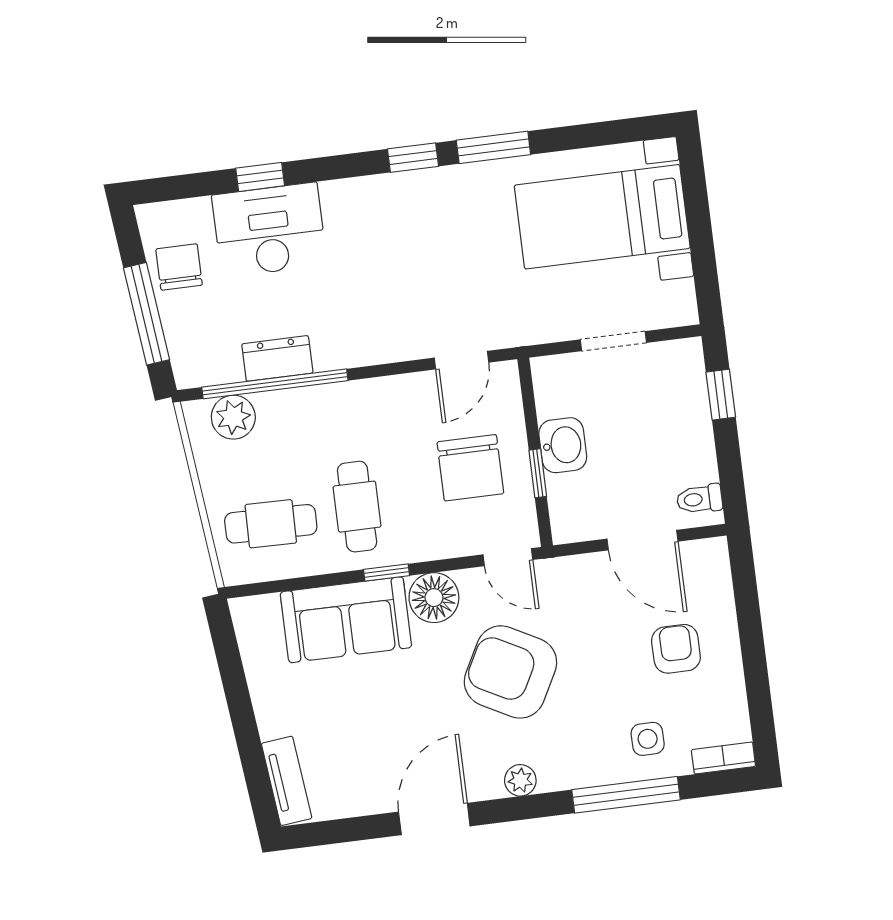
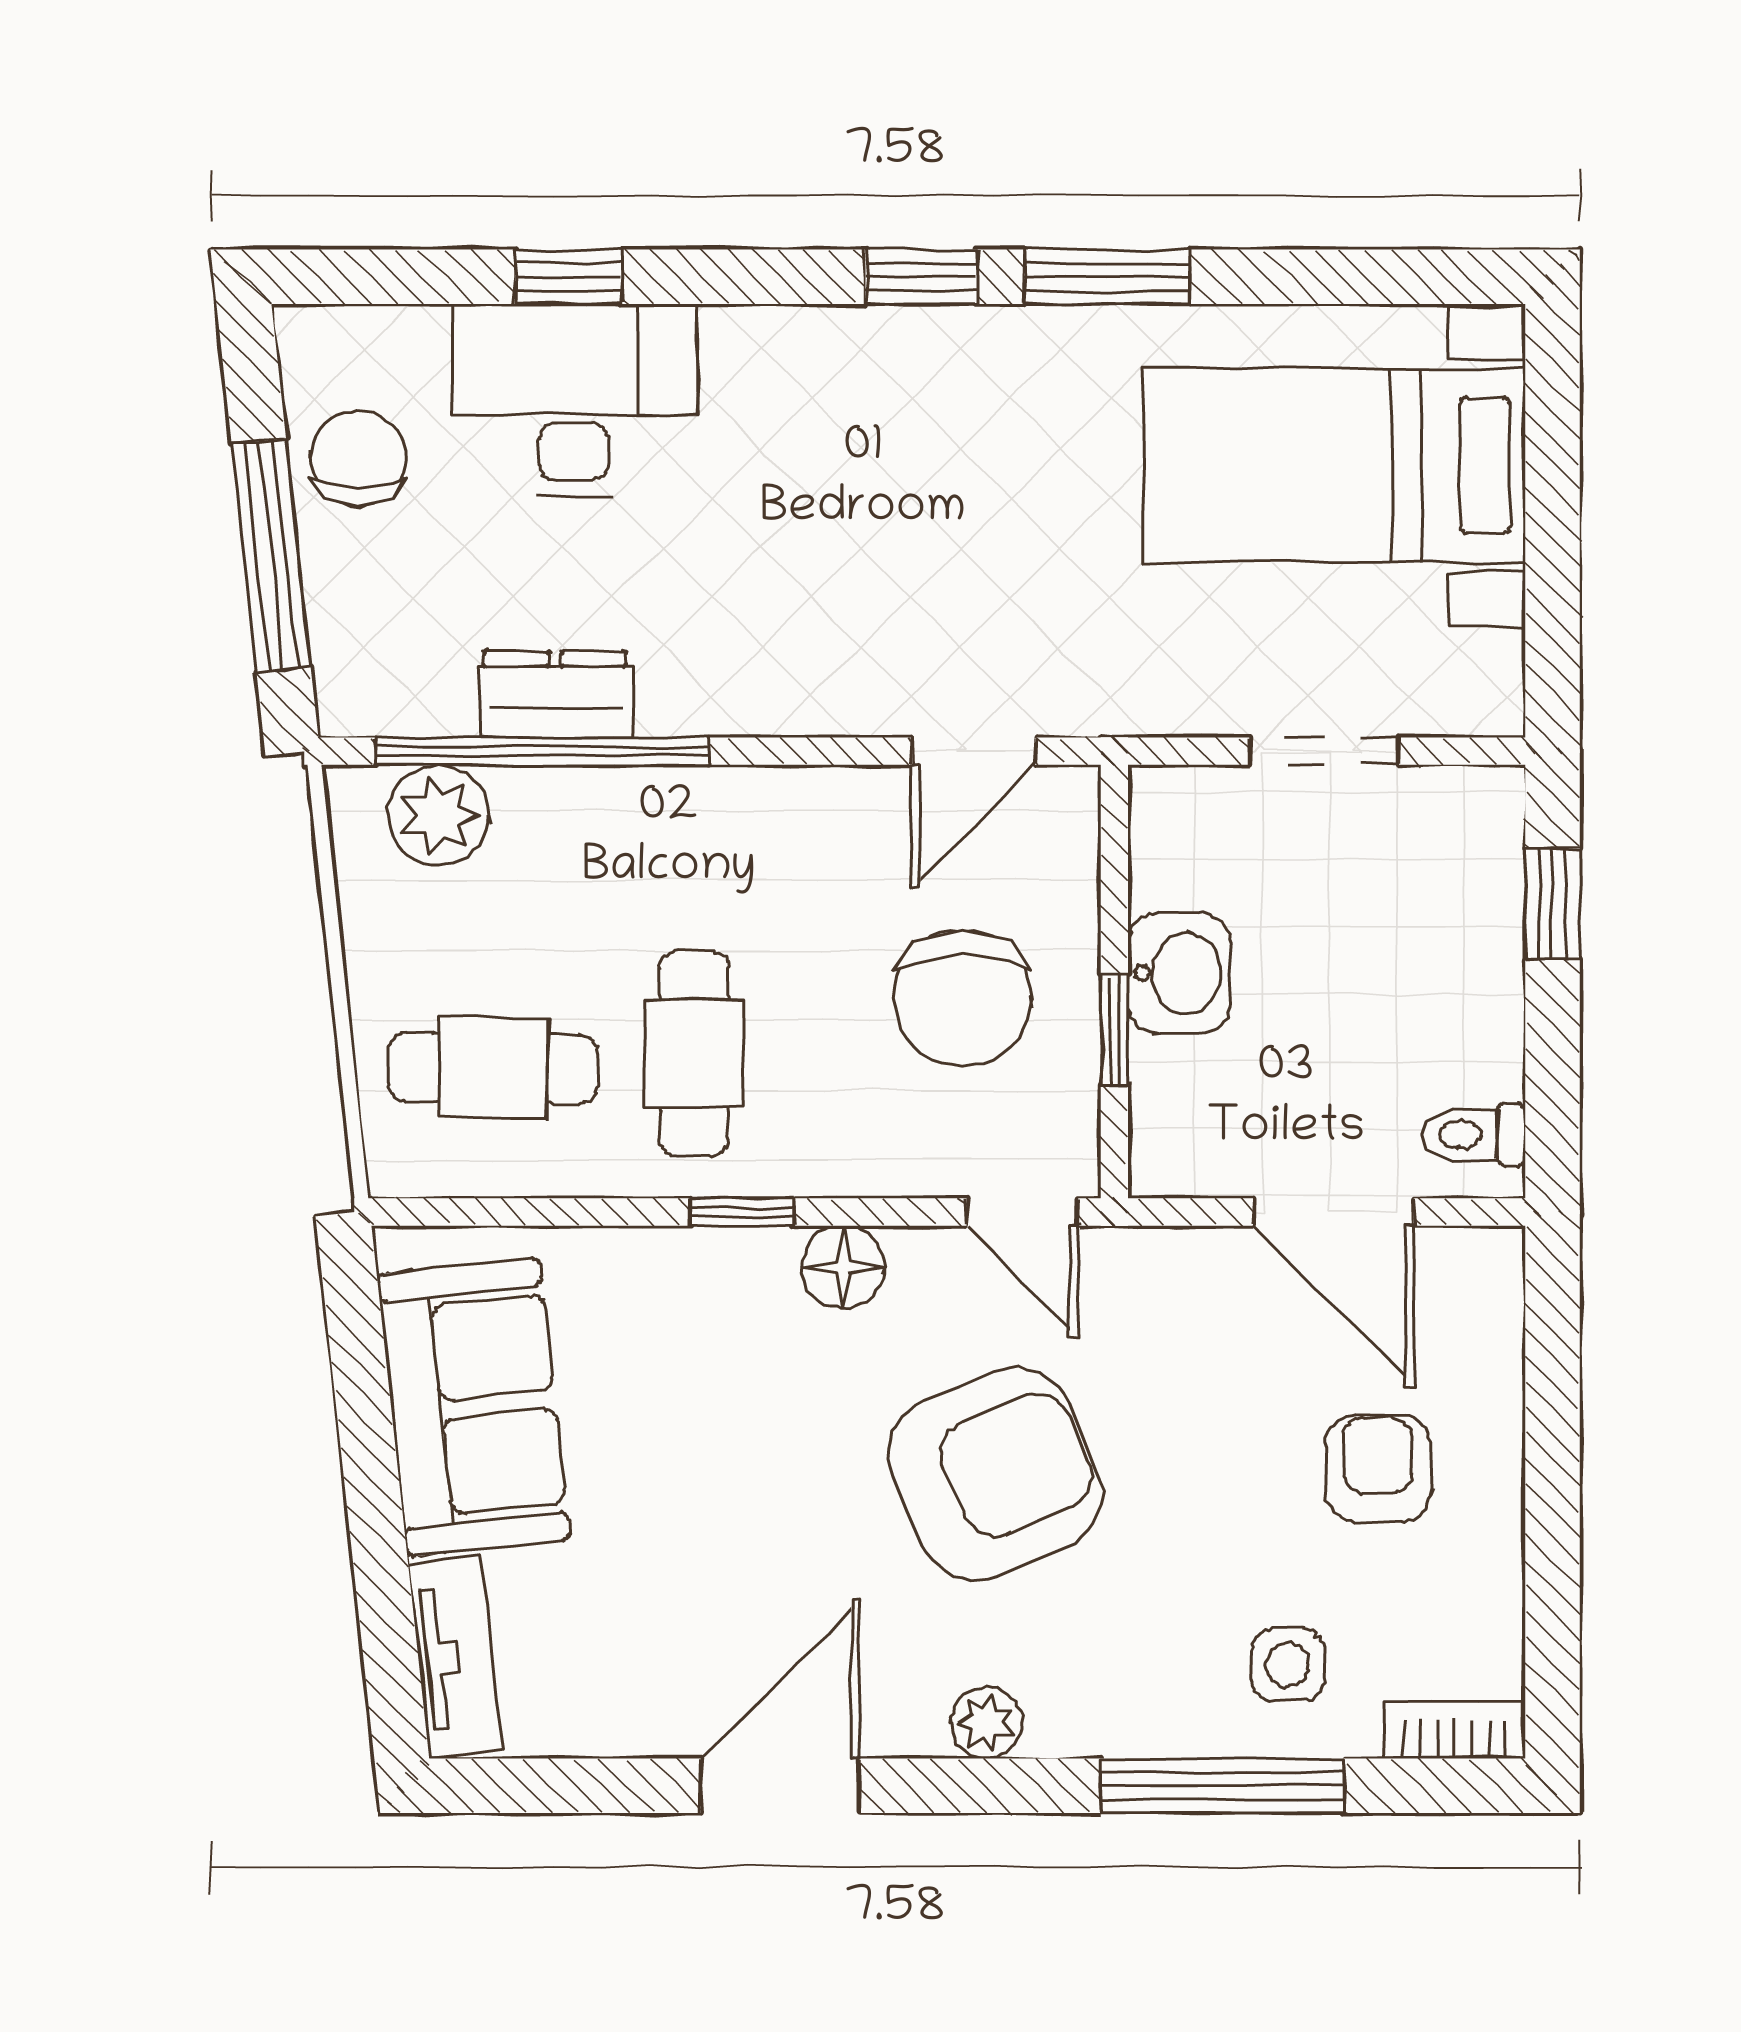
floor lamp: (434, 598) -> (843, 1267), width x0.73, depth x0.73
sofa: (346, 620) -> (473, 1407), moved, turned -96
armchair: (510, 672) -> (995, 1474), turned 129

